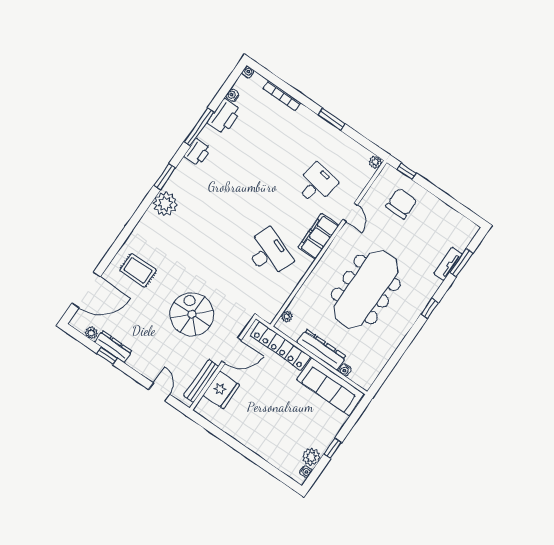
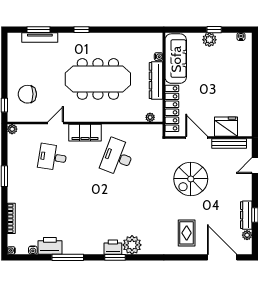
printer: (198, 152) -> (113, 247), moved
tv unit: (448, 264) -> (40, 38), width x1.41
plant: (311, 457) -> (209, 40), moved

